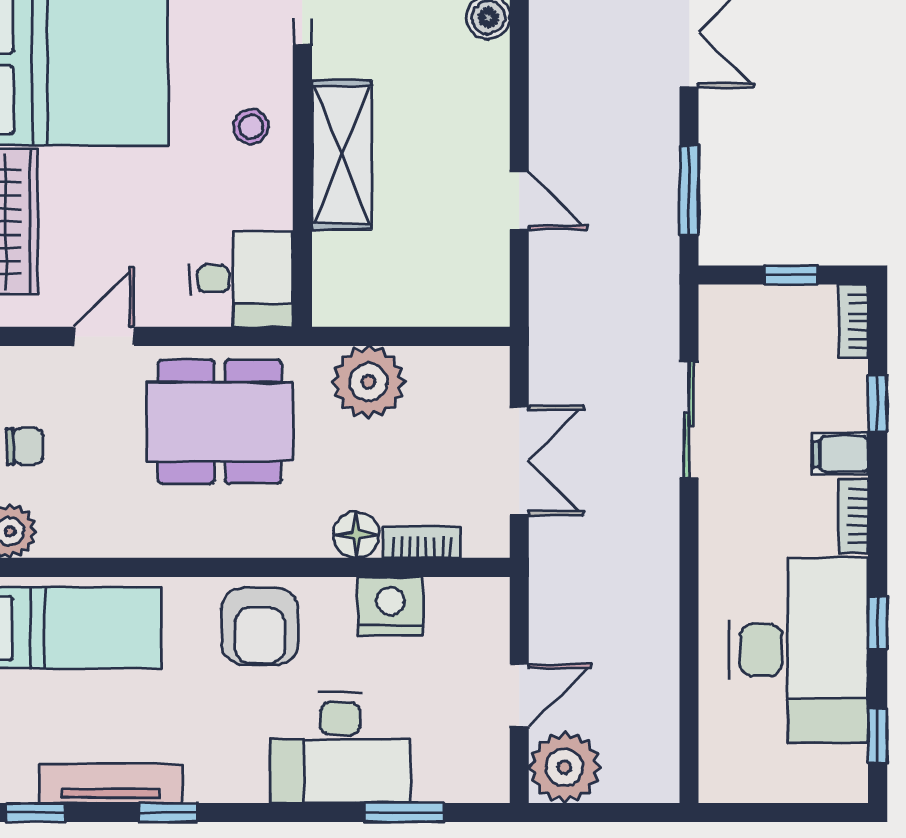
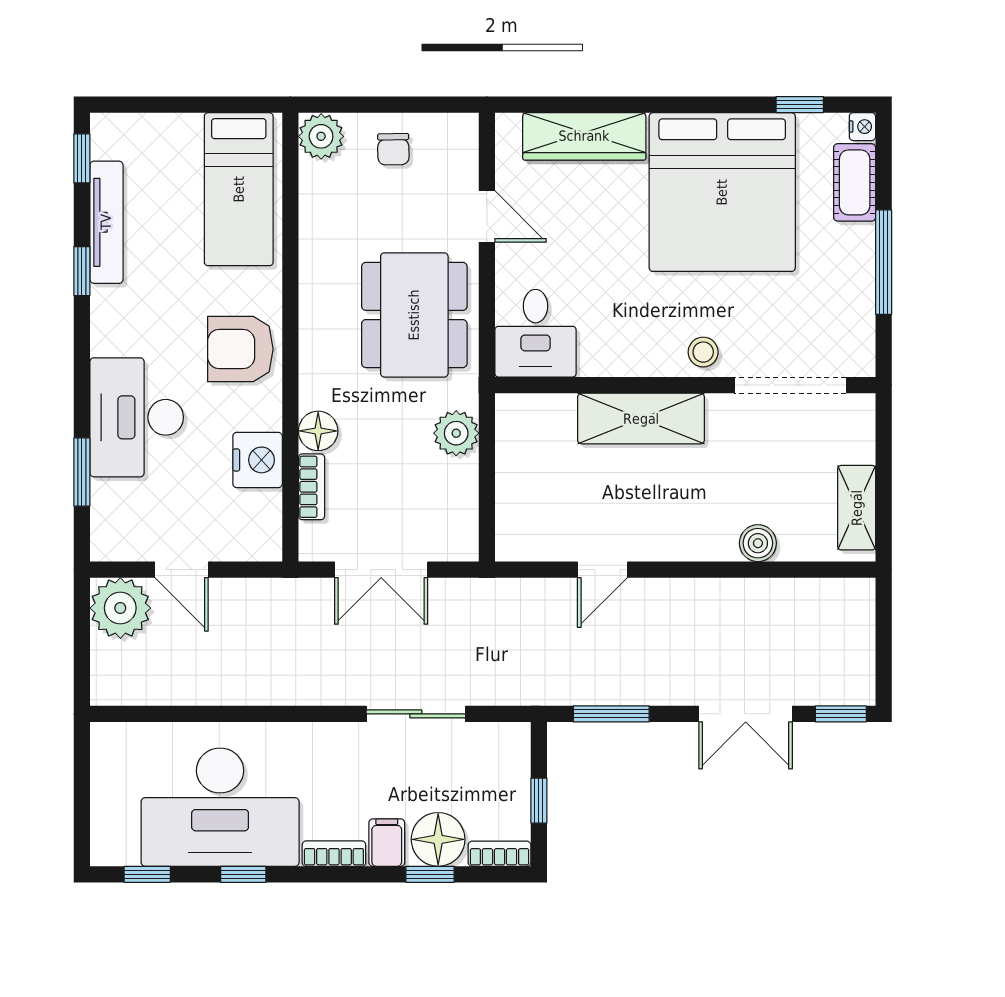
stool: (251, 127) -> (703, 352), moved
plant: (368, 382) -> (456, 433), width x0.73, depth x0.73
floor lamp: (837, 394) -> (438, 839), added

